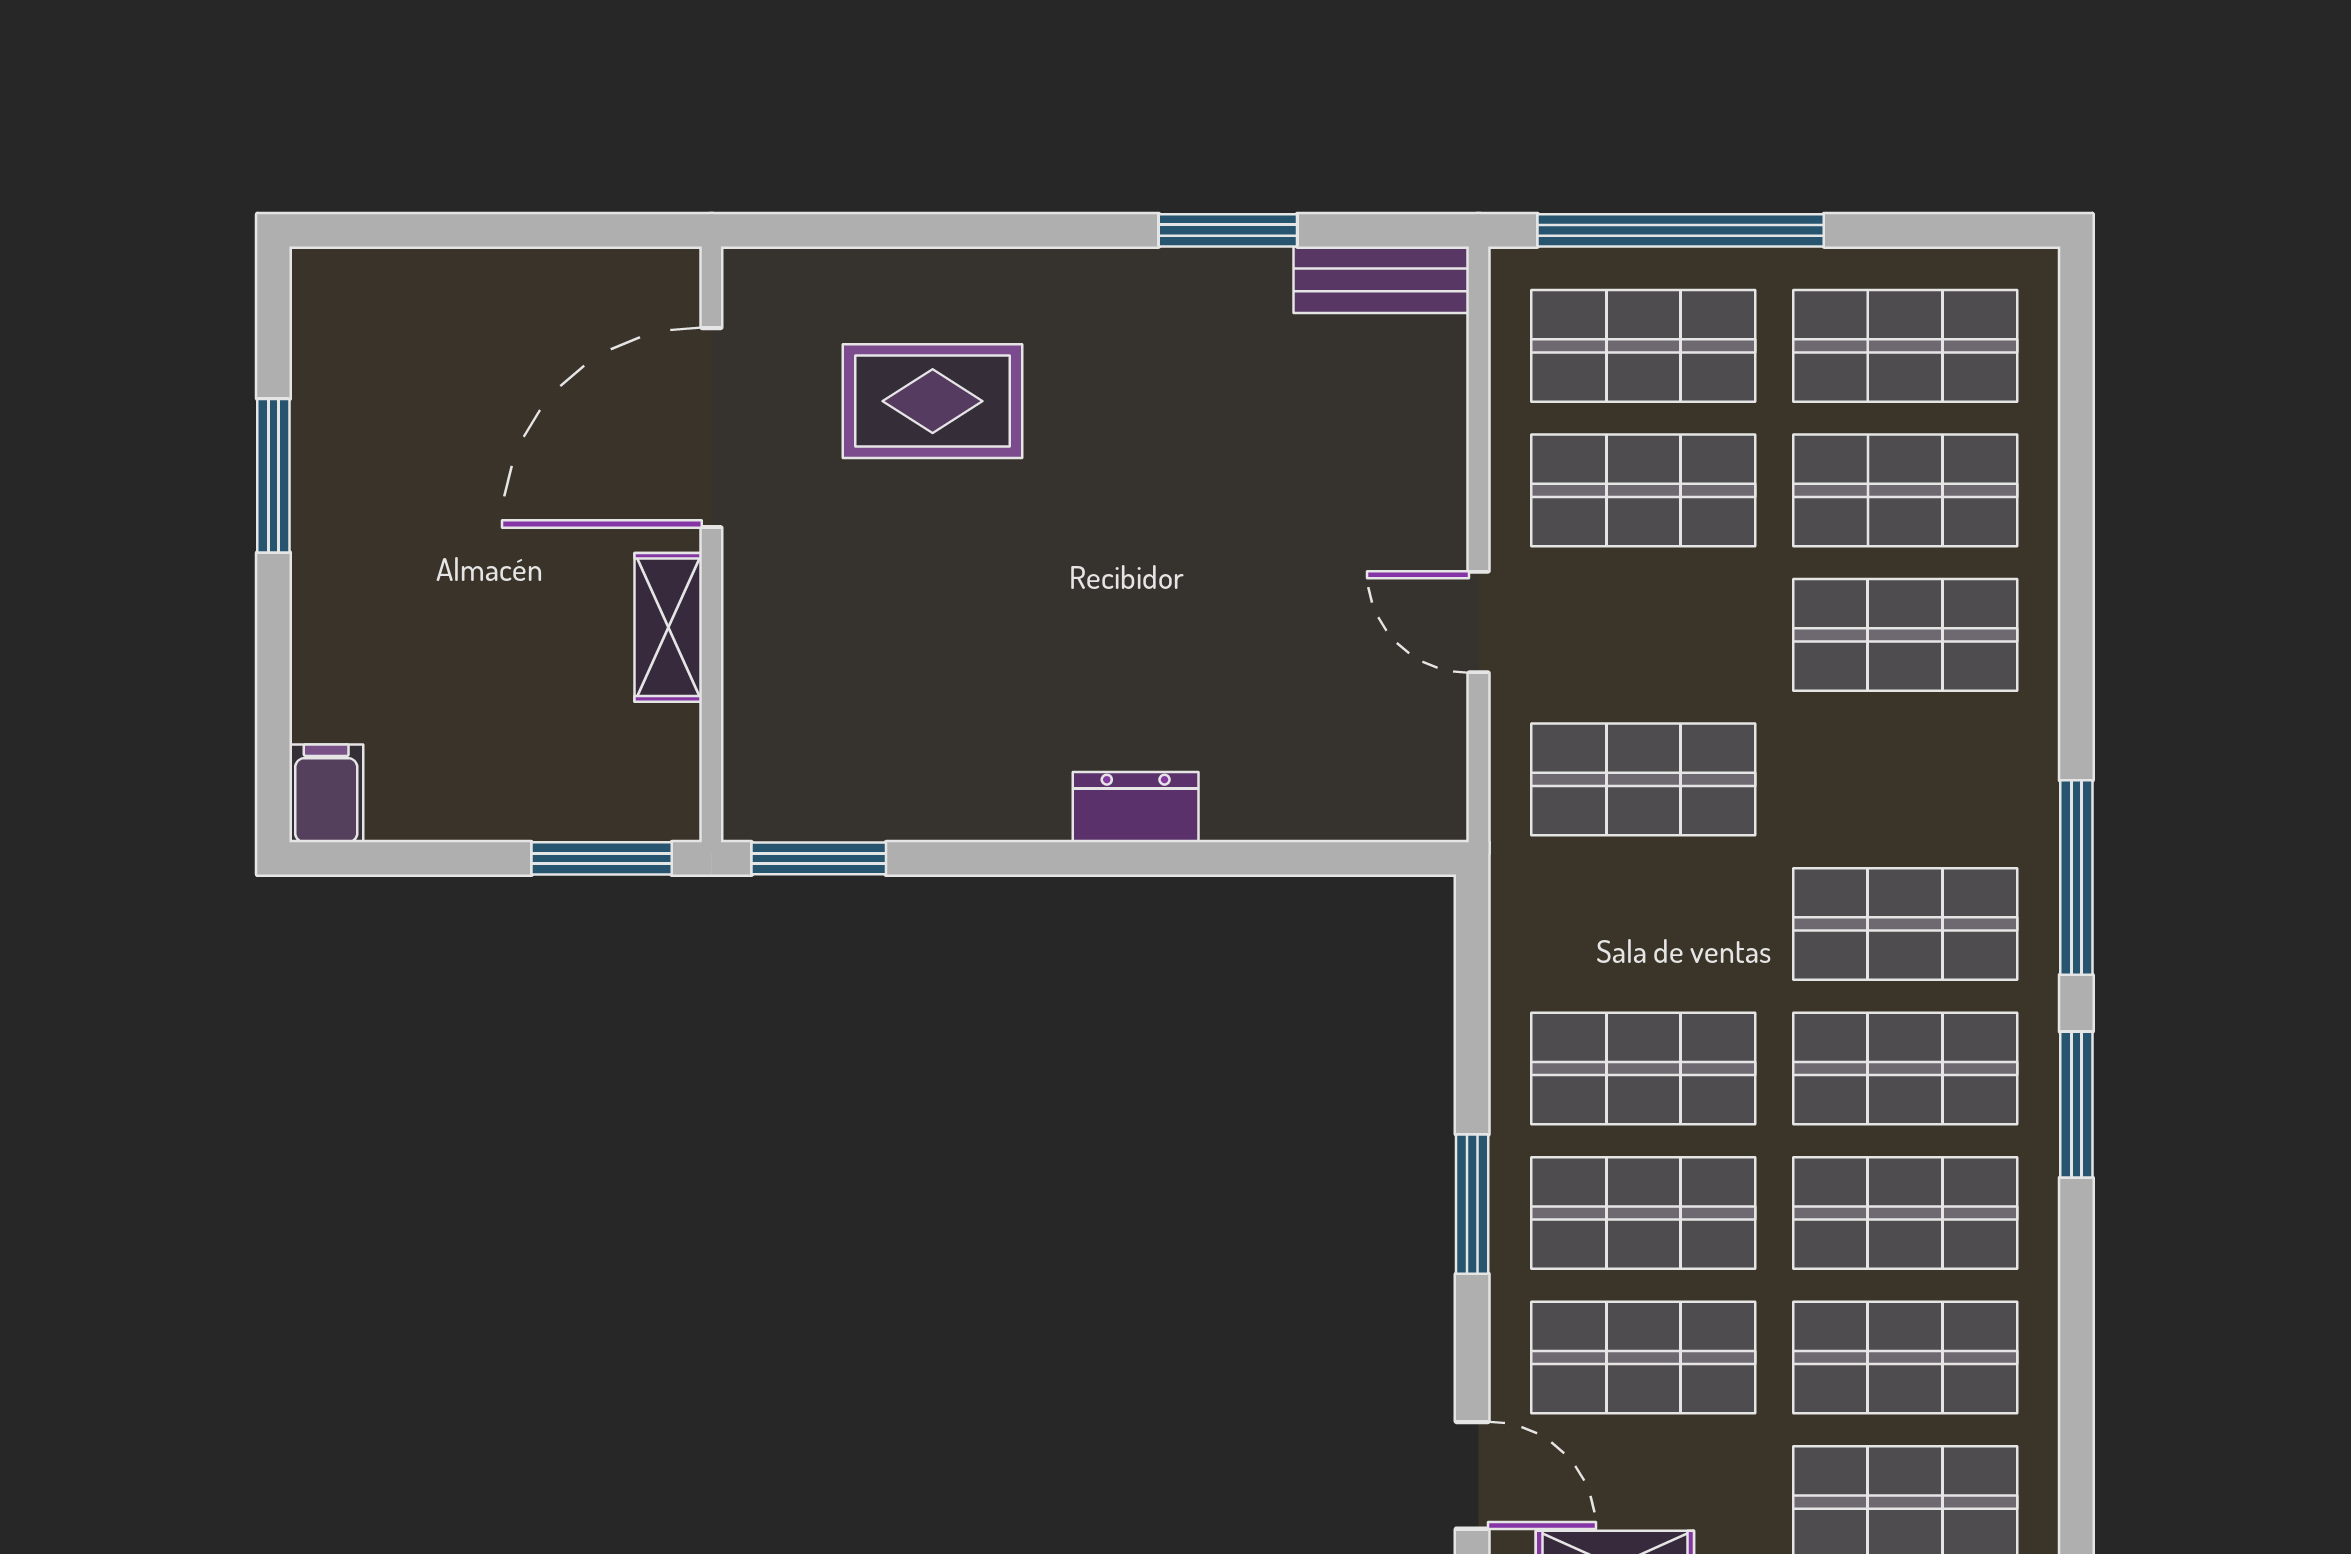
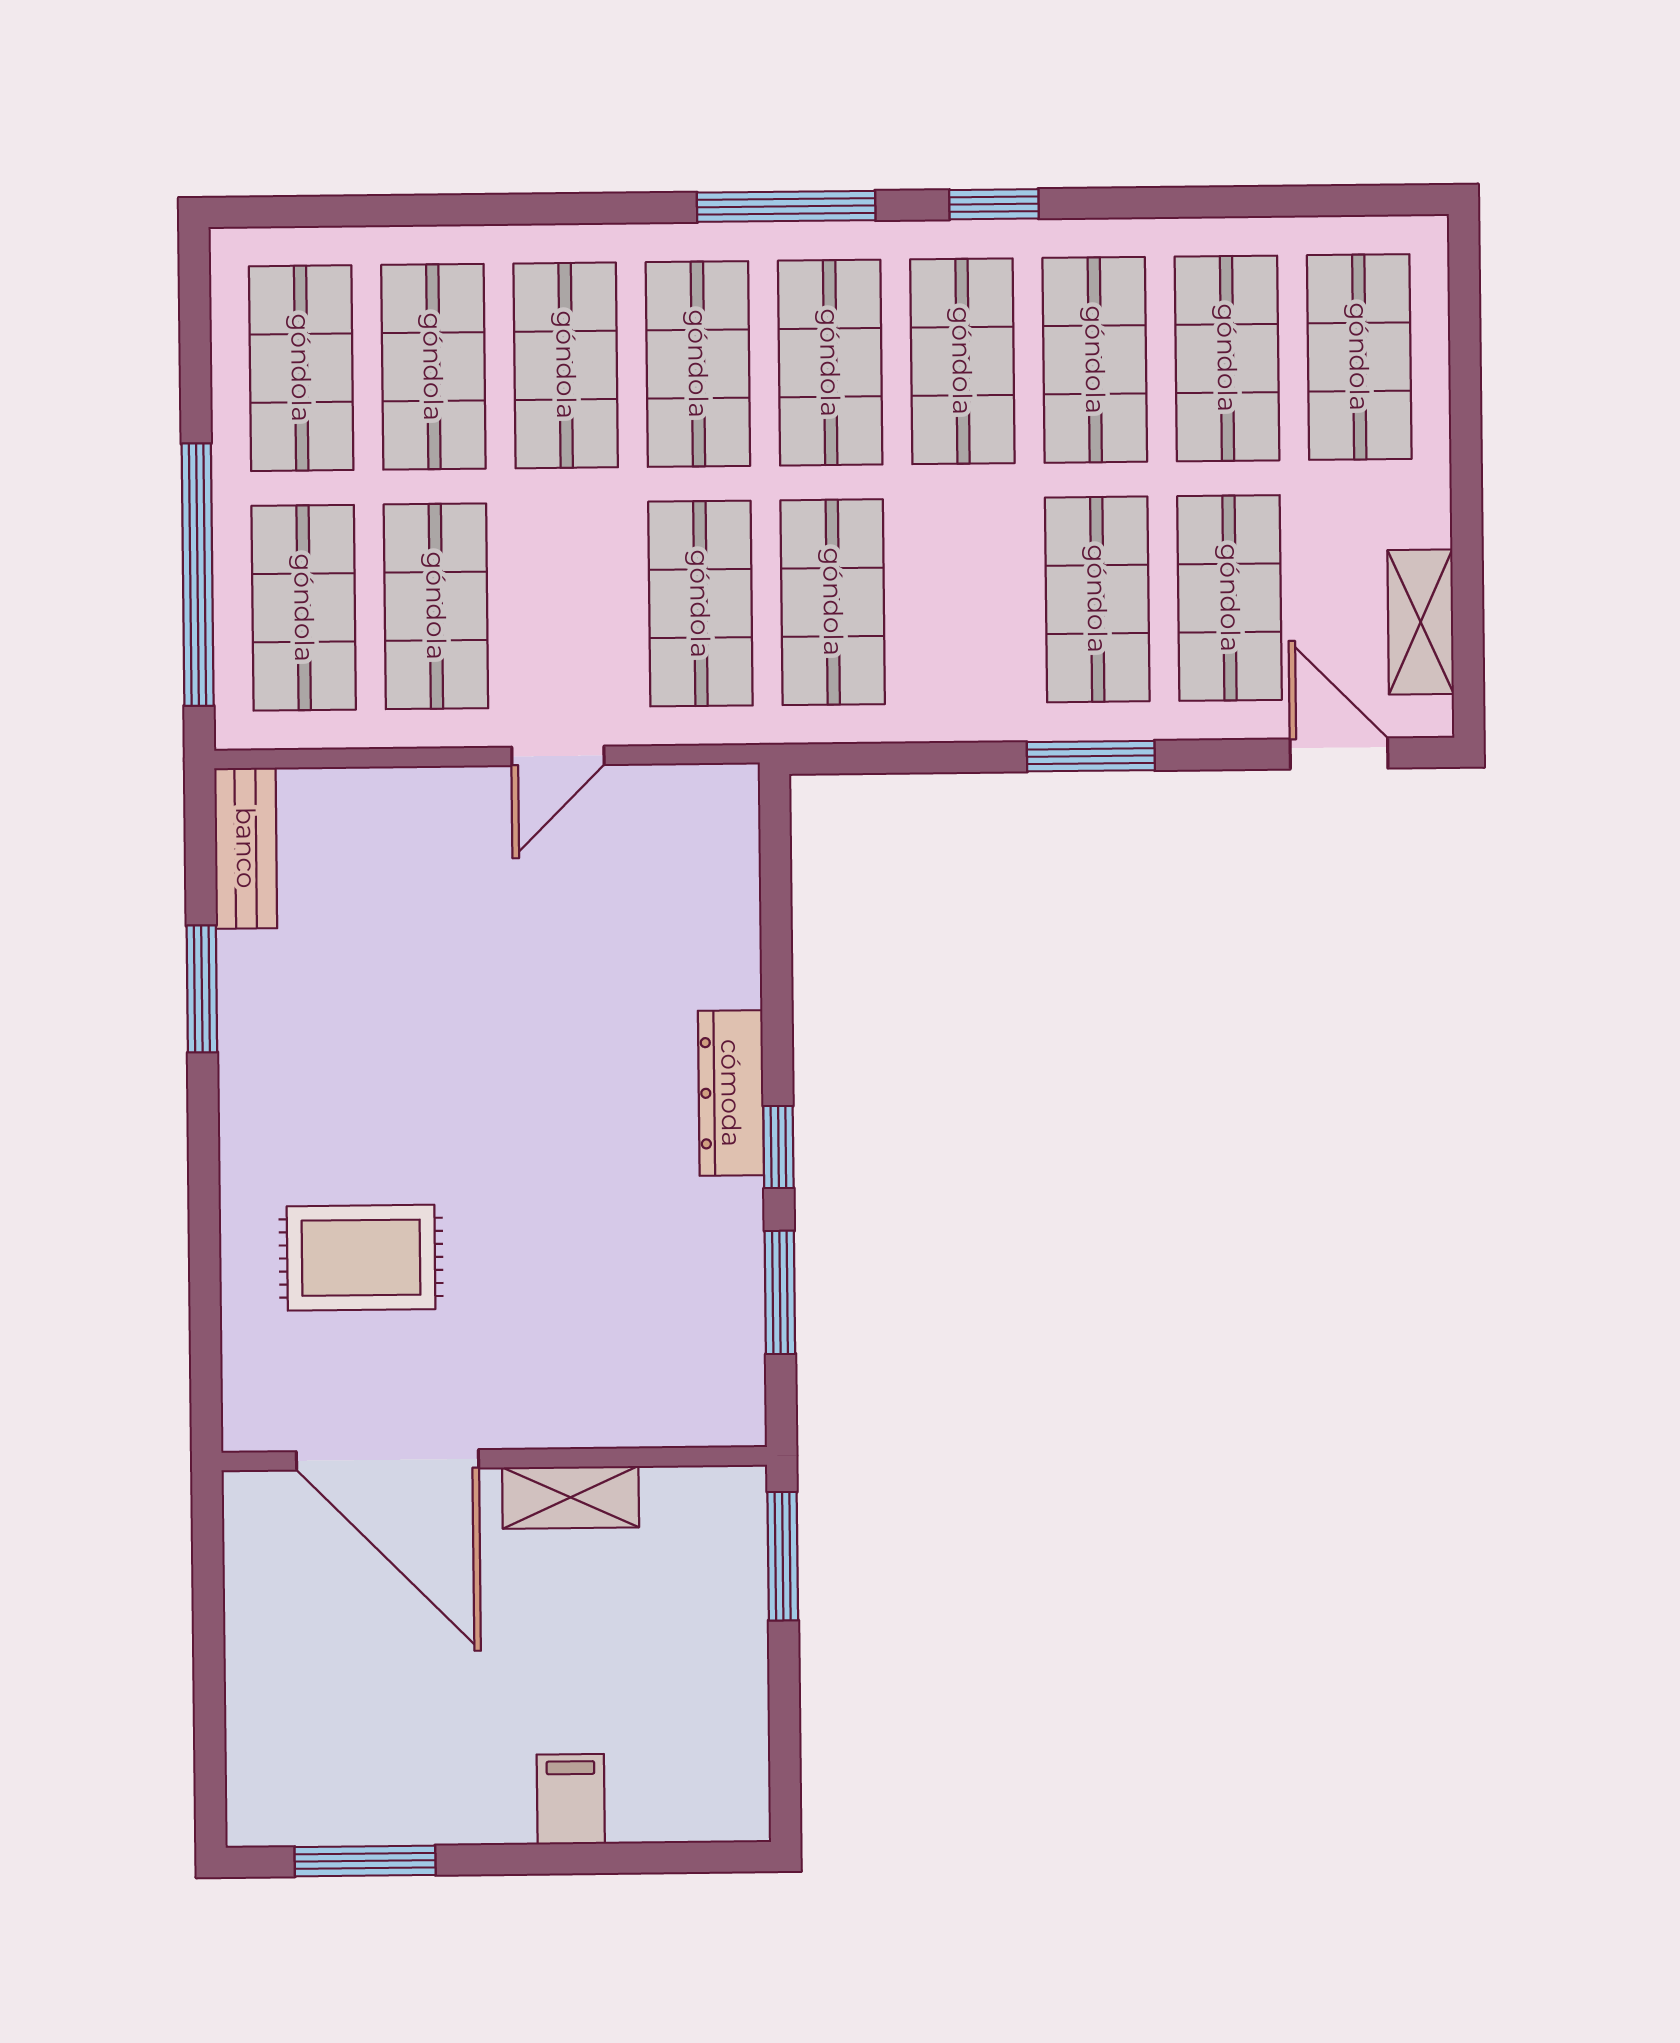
rug: (933, 401) -> (361, 1258), turned 90
window: (273, 476) -> (365, 1861), moved
shop shelf: (1905, 779) -> (698, 364), added
filing cabinet: (326, 793) -> (571, 1799), moved, turned 90
dresser: (1136, 807) -> (731, 1093), width x1.44
window: (819, 858) -> (780, 1292), moved
window: (1049, 858) -> (778, 1147), added
shop shelf: (1643, 1068) -> (833, 602), moved
window: (2076, 1105) -> (994, 204), width x0.67
door: (1472, 1475) -> (1339, 754), hinge flipped

